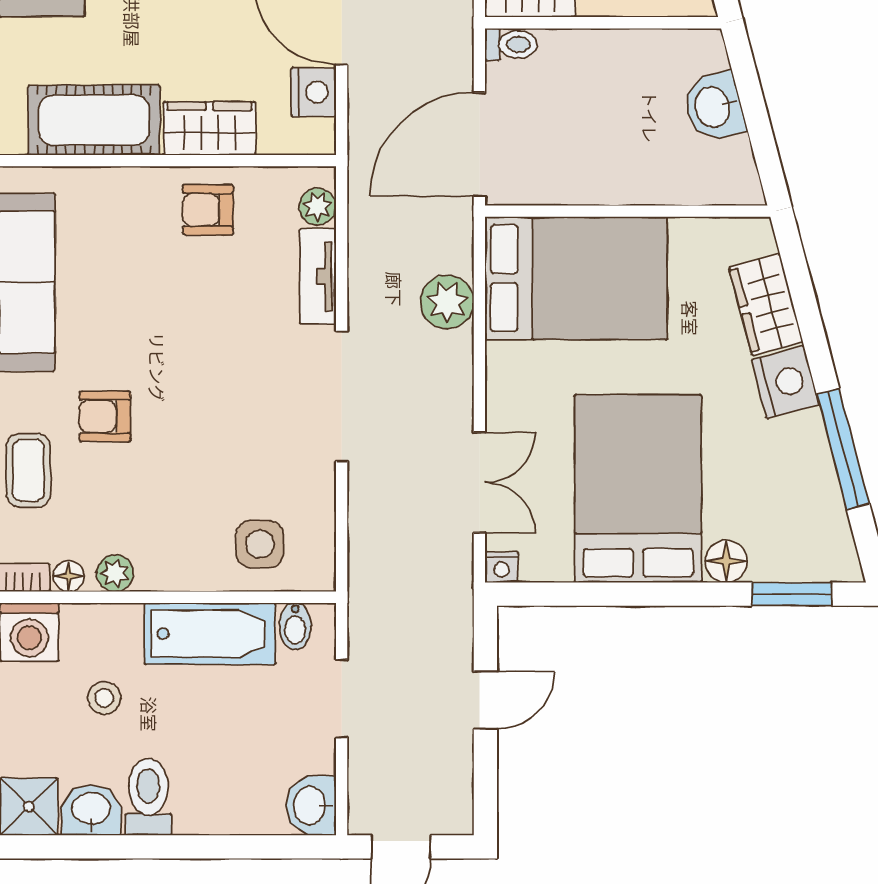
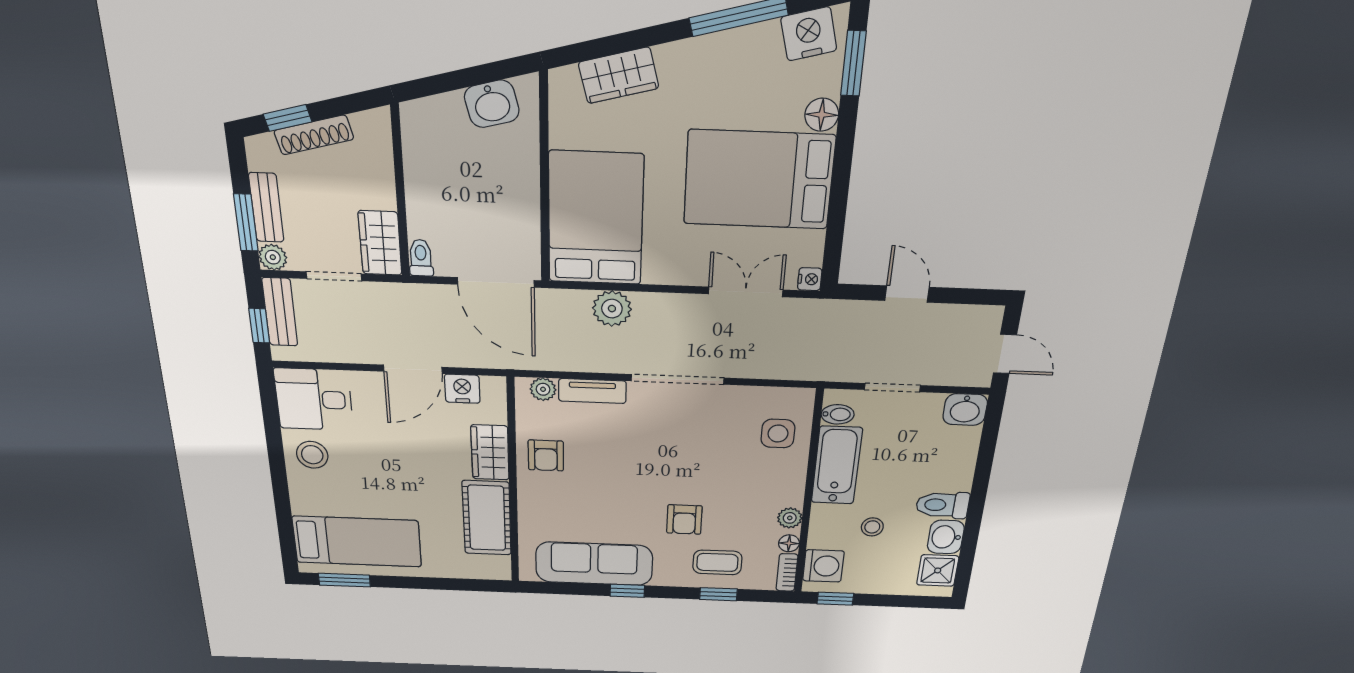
washbasin: (714, 107) -> (492, 104), moved
nightstand: (785, 382) -> (809, 34), moved

